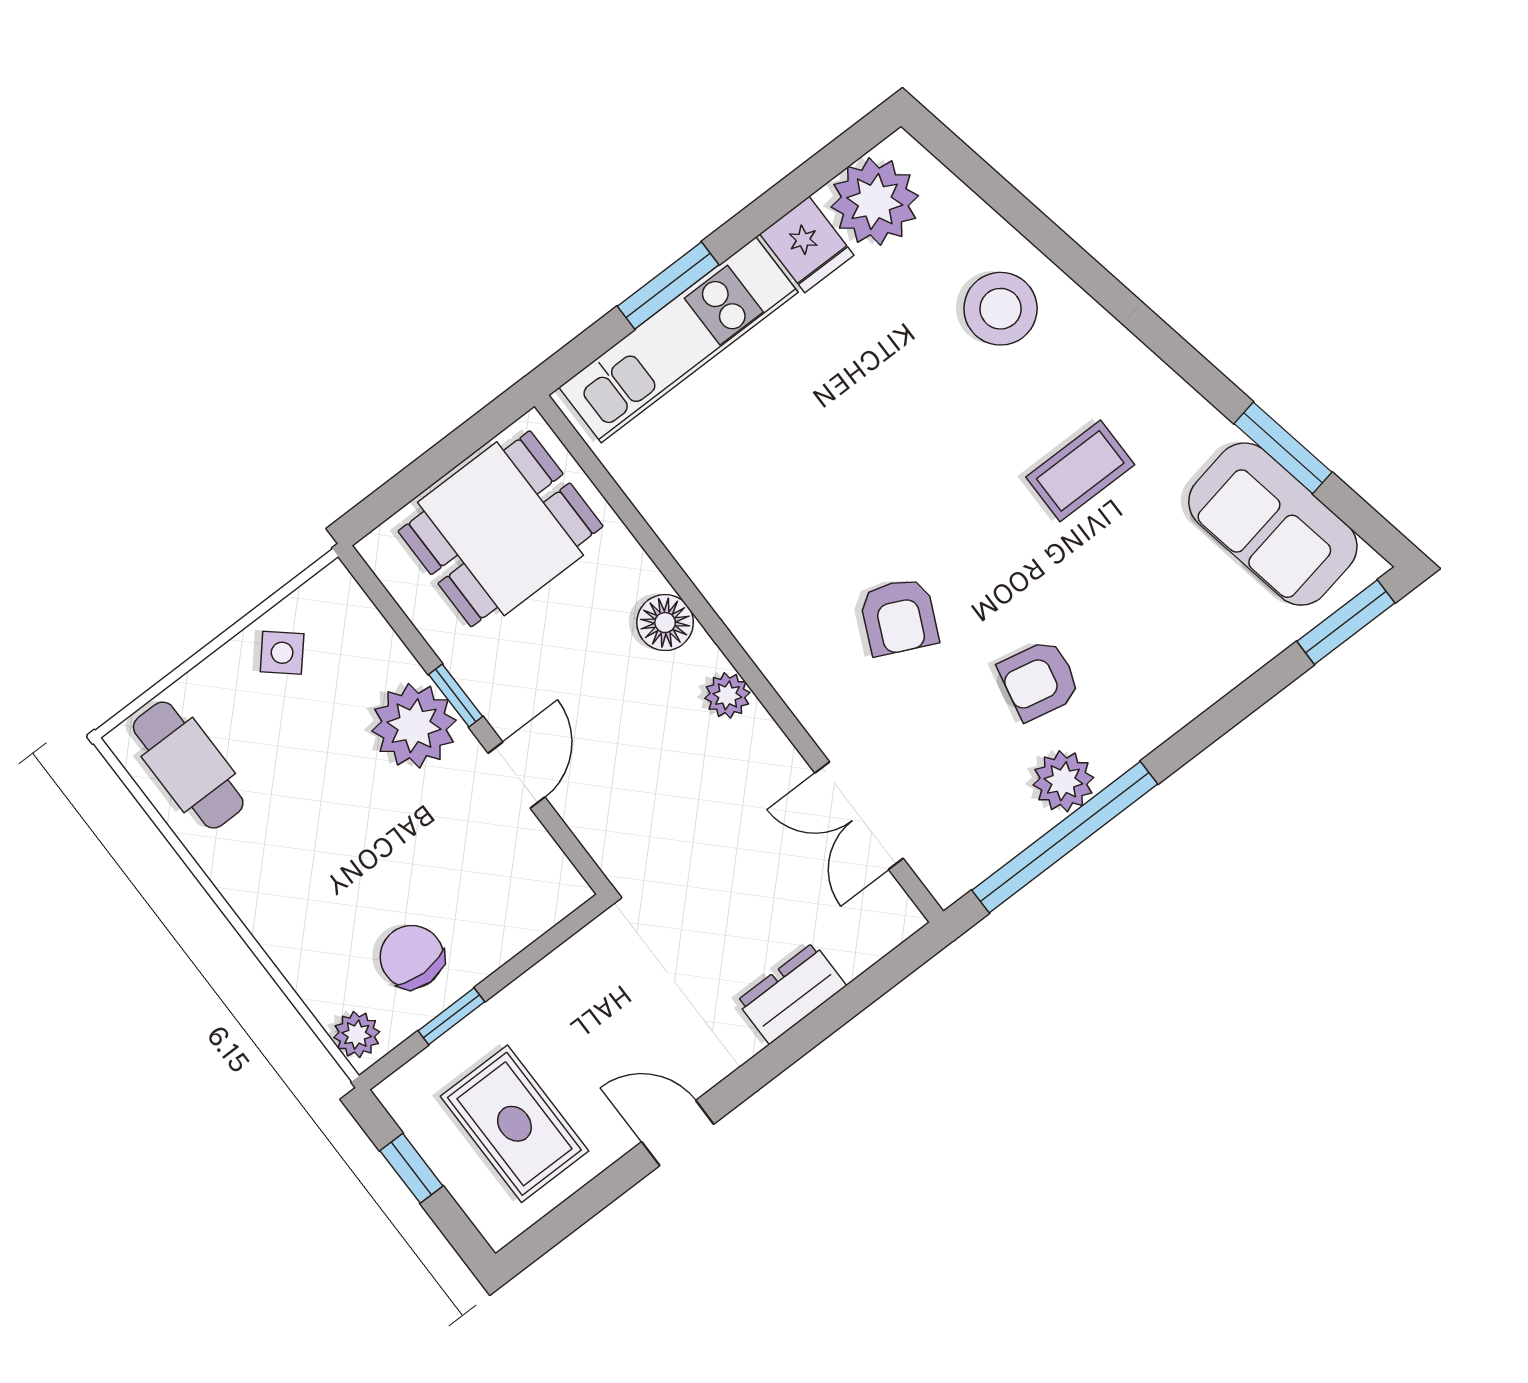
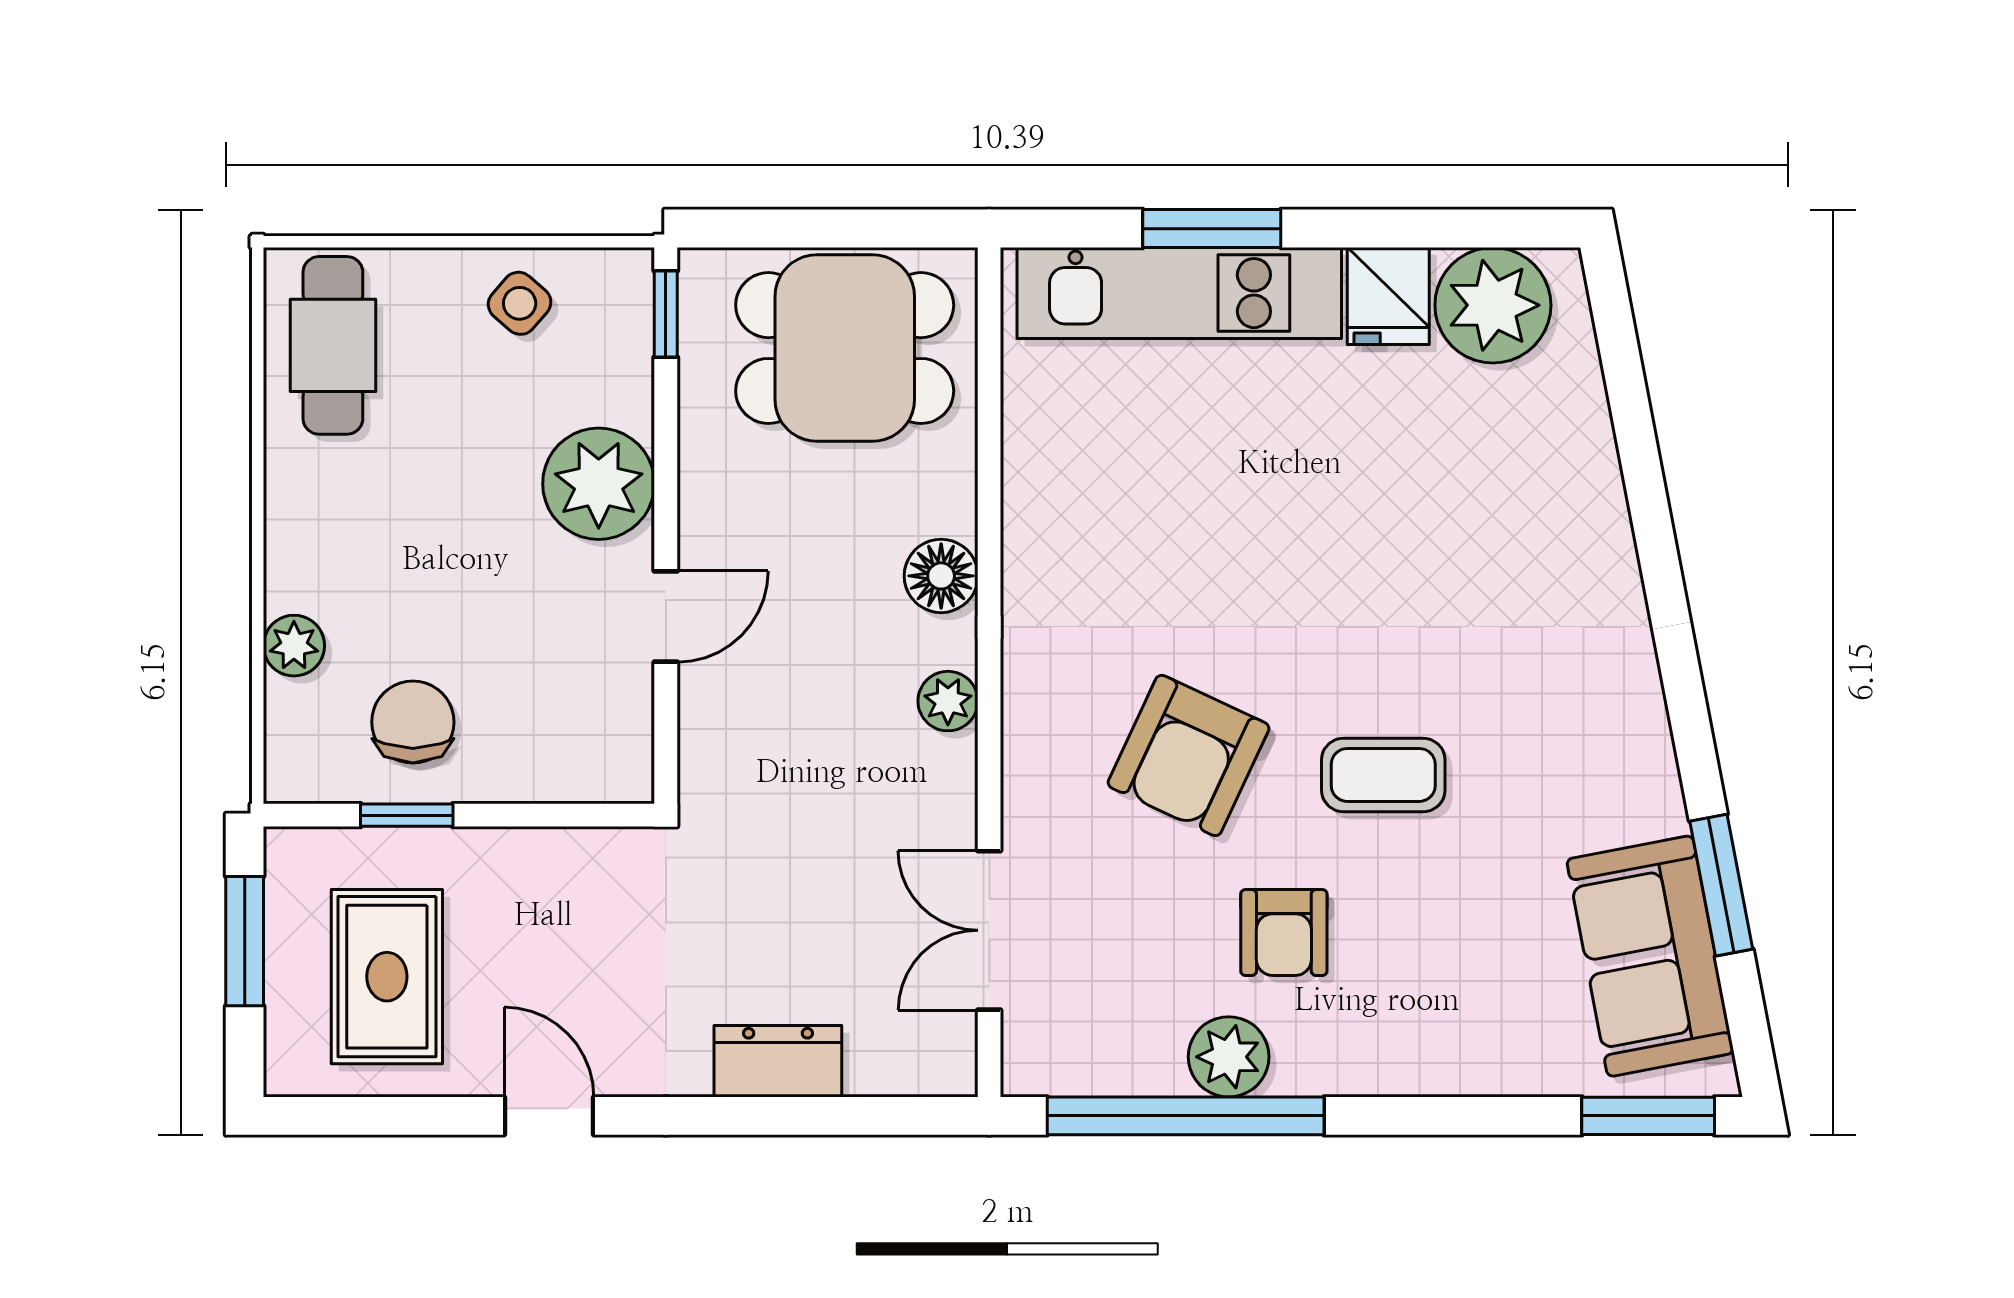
stool: (1001, 309) -> (1538, 516), removed
coffee table: (1080, 471) -> (1383, 775), moved
armchair: (899, 617) -> (1189, 755), width x1.38, depth x1.38
armchair: (1039, 680) -> (1284, 933), turned -102
window: (456, 695) -> (666, 314), moved
plant: (357, 1035) -> (294, 646), moved
window: (411, 1168) -> (245, 941), width x1.50

